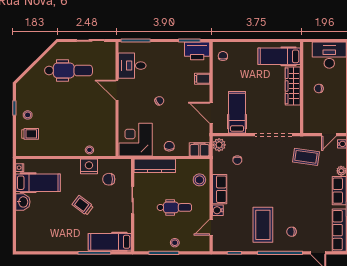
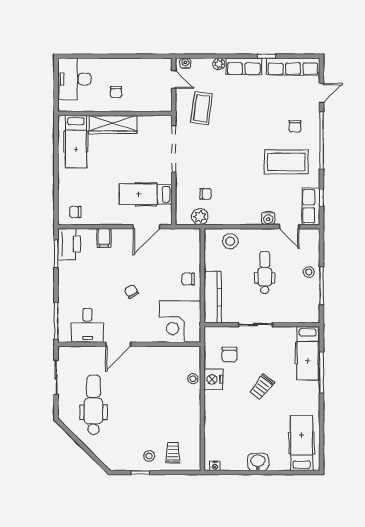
plant: (219, 145) -> (200, 217), moved
filing cabinet: (200, 149) -> (192, 241), removed
hospital bed: (38, 183) -> (302, 443), moved
row of seats: (220, 189) -> (311, 206), moved, turned -90

